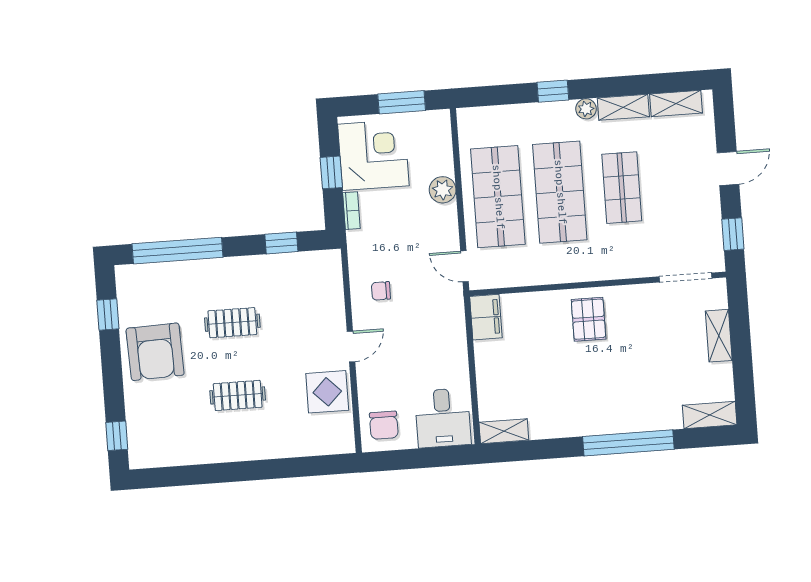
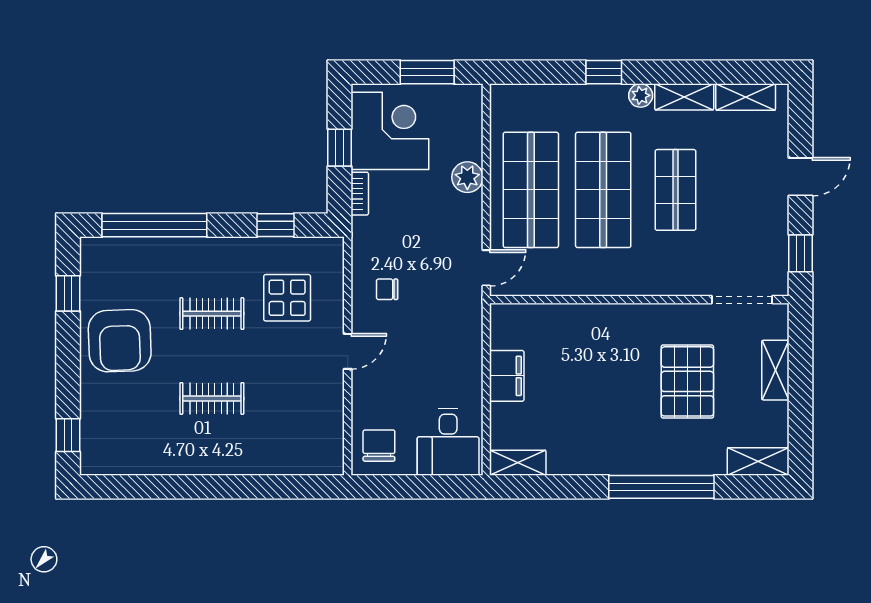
door: (465, 266) -> (486, 268), swing flipped
filing cabinet: (486, 317) -> (507, 376), moved
pallet: (589, 319) -> (687, 381), moved, width x1.50, depth x1.42
display table: (327, 392) -> (287, 298), moved
chair: (384, 425) -> (379, 446), turned 180

